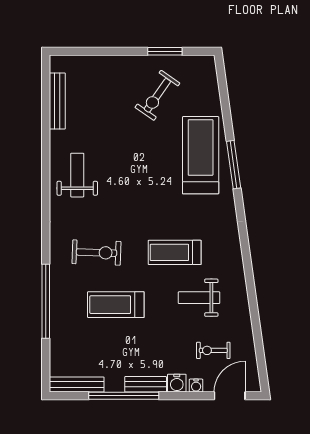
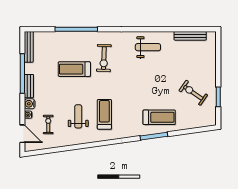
treadmill: (201, 155) -> (159, 117), width x0.73, depth x0.73
treadmill: (175, 252) -> (104, 114), moved
treadmill: (116, 305) -> (74, 69), turned -90

